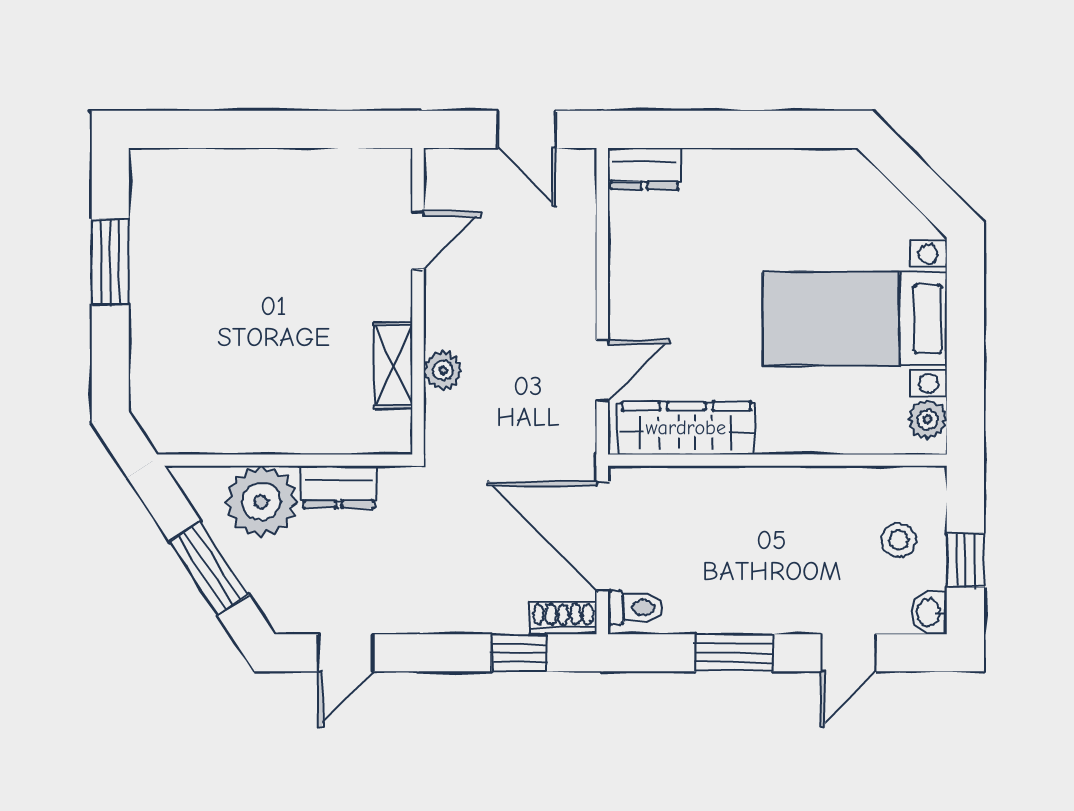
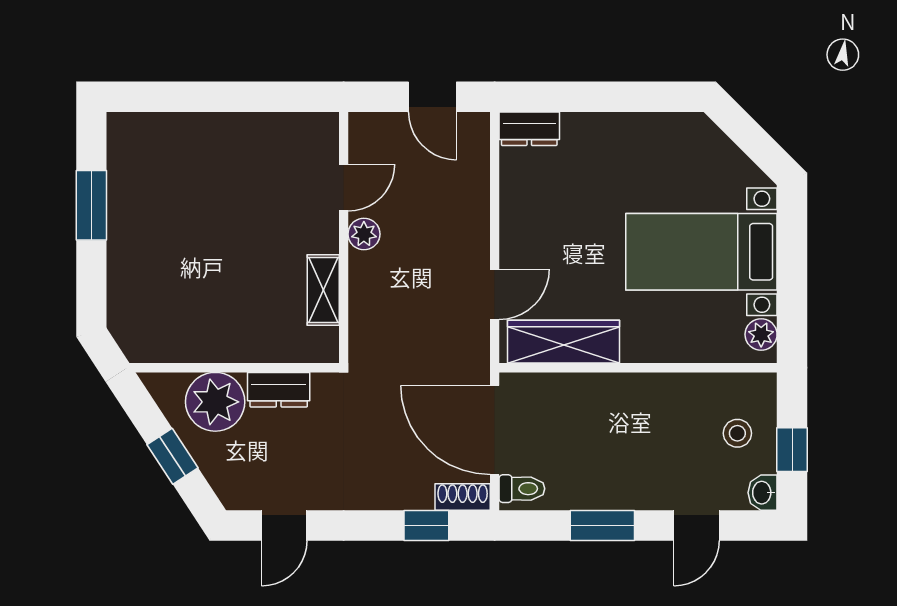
plant: (443, 370) -> (364, 234), moved
window: (209, 568) -> (172, 456), width x0.67

